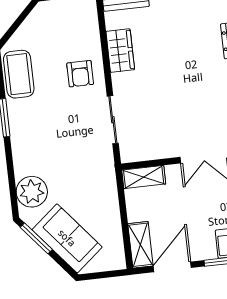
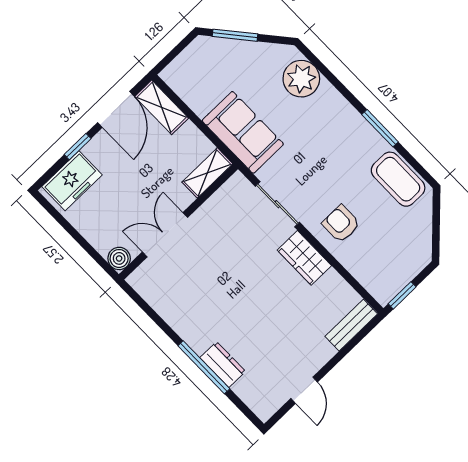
wardrobe: (120, 51) -> (304, 258), moved
window: (36, 238) -> (235, 35), moved
sofa: (67, 238) -> (243, 132), moved, turned -140

